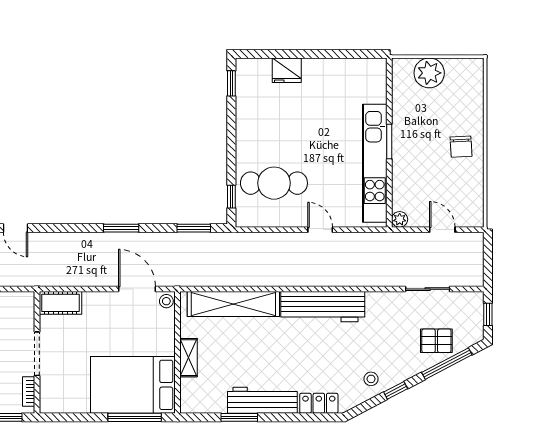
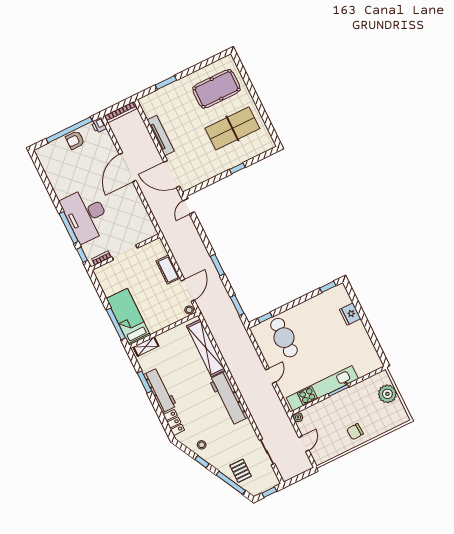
cot: (60, 303) -> (168, 270), moved
shelving: (189, 358) -> (146, 346), moved
bed: (133, 385) -> (128, 317), width x0.67

